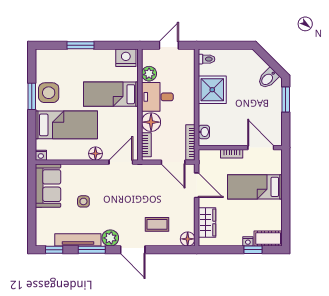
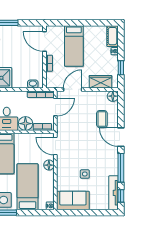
door: (261, 148) -> (44, 42), hinge flipped
plant: (110, 238) -> (112, 154), removed
tv unit: (78, 240) -> (114, 193), moved
window: (92, 250) -> (121, 168), width x1.44
door: (133, 250) -> (121, 137), swing flipped
window: (253, 250) -> (121, 68), moved

